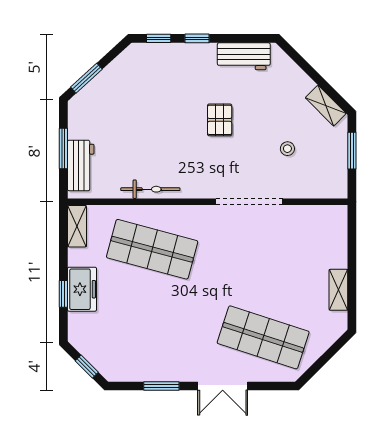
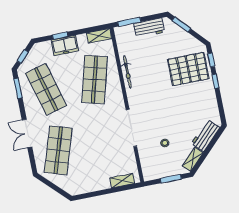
workbench: (244, 56) -> (206, 135), moved, turned 45
pallet: (220, 120) -> (188, 69), moved, width x2.05, depth x2.00
window: (63, 148) -> (129, 22), moved
workbench: (81, 165) -> (149, 28), moved
shelving: (338, 290) -> (122, 181), moved
shop shelf: (152, 337) -> (46, 89), added
window: (161, 386) -> (18, 88), moved

